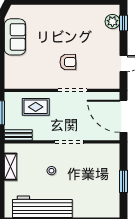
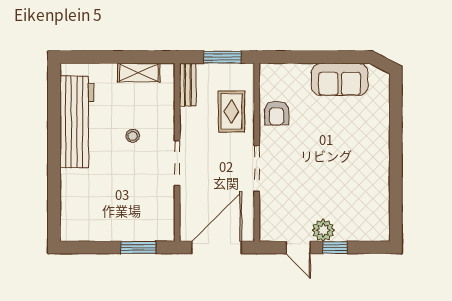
plant: (112, 22) -> (323, 230), moved
window: (124, 23) -> (335, 247), moved
armchair: (68, 62) -> (277, 113), moved
window: (124, 181) -> (138, 247), moved

